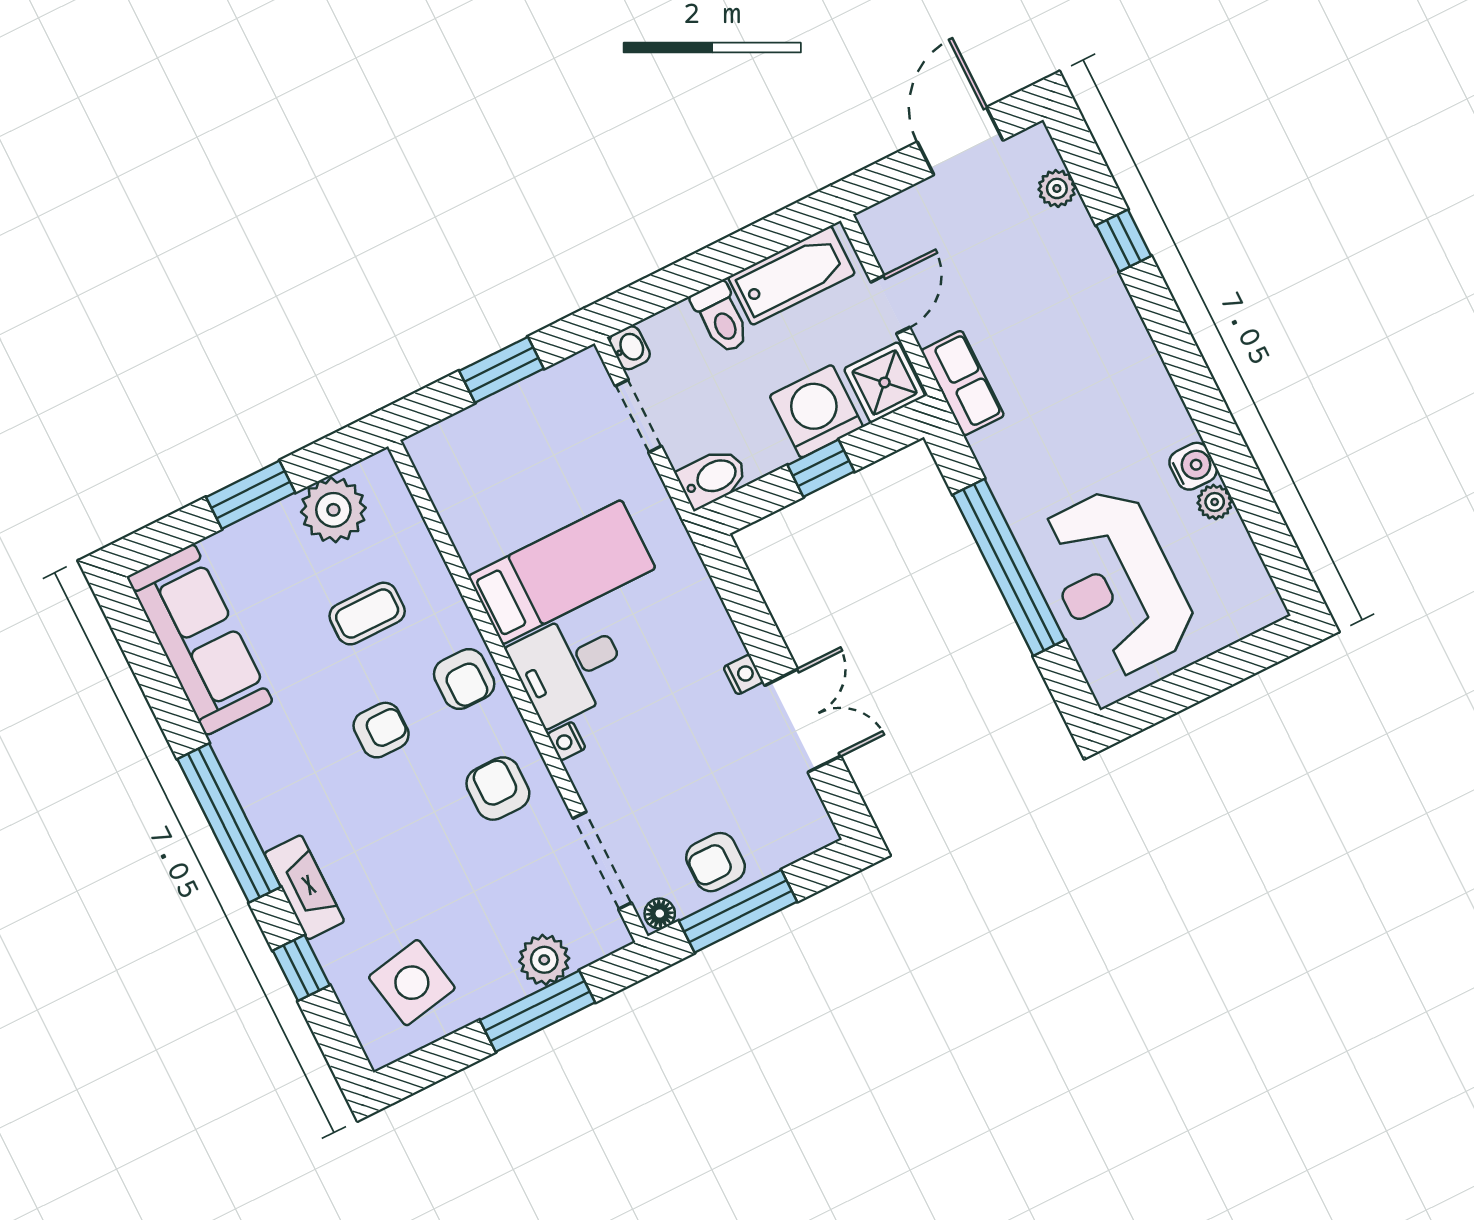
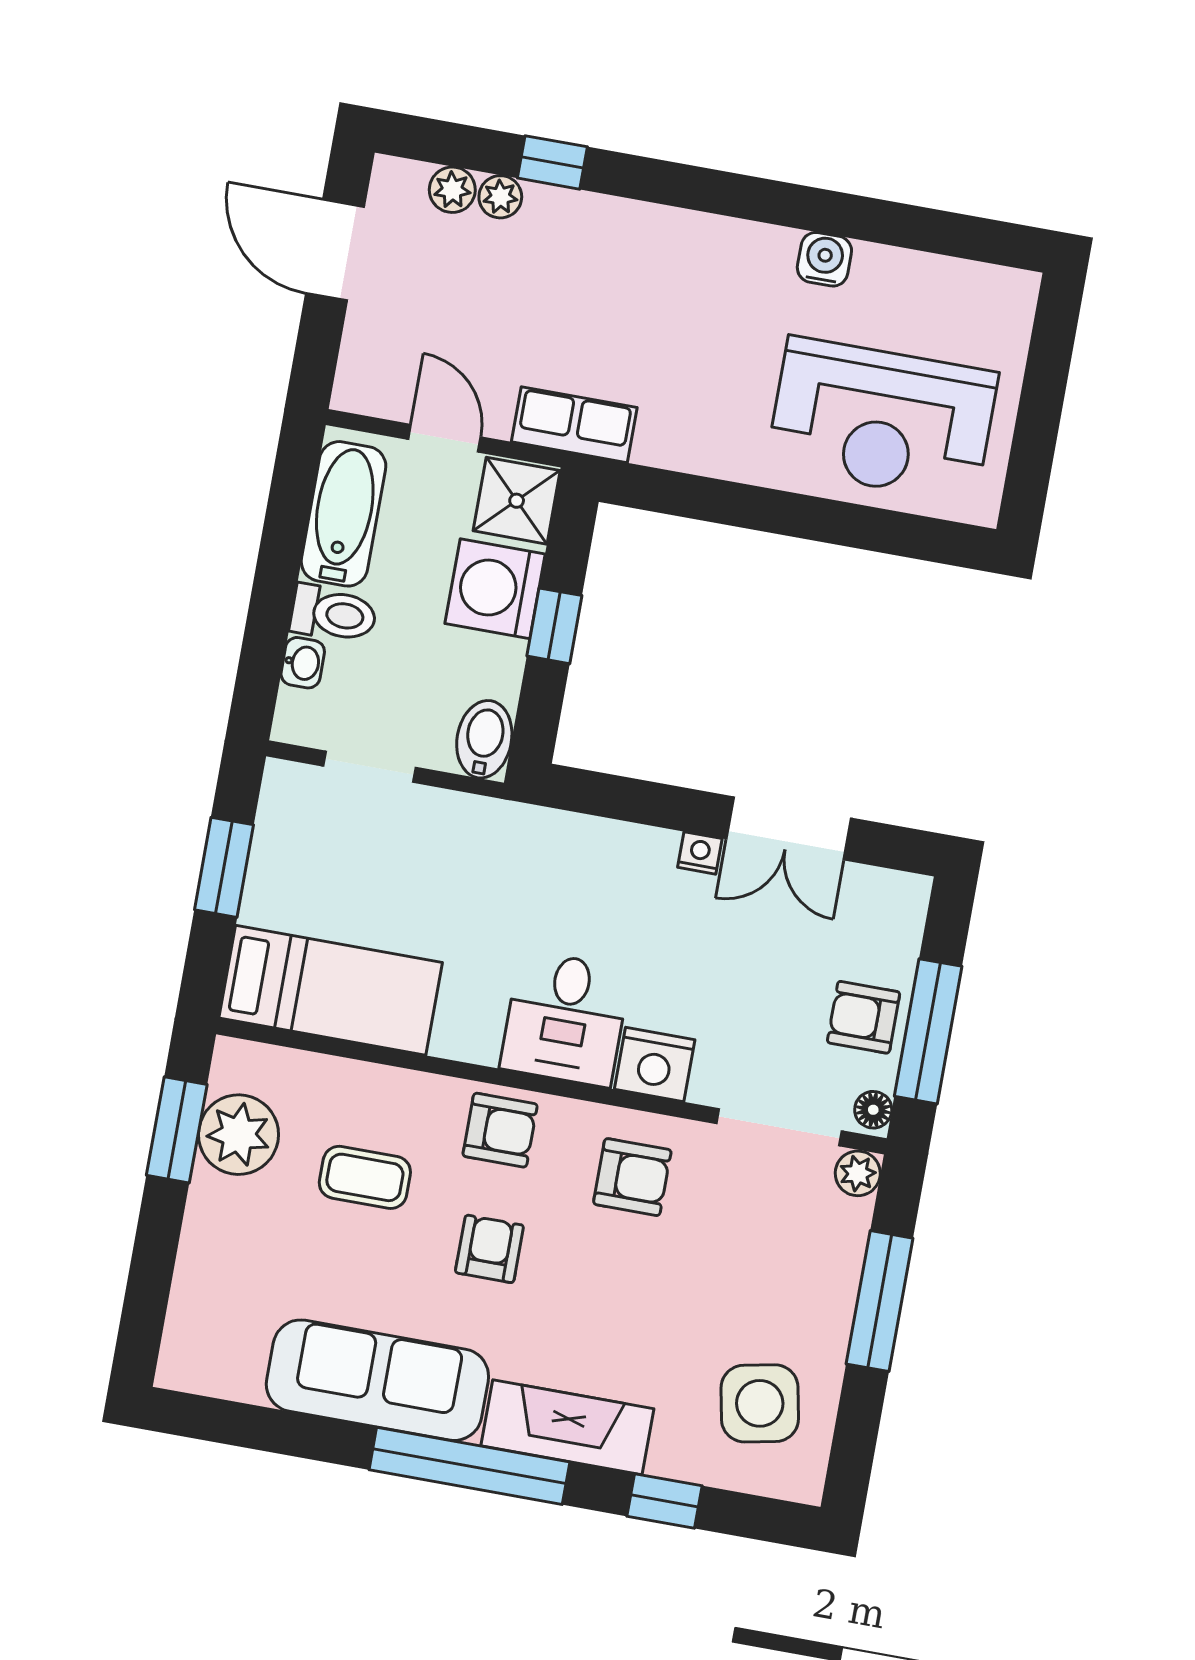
washbasin: (630, 348) -> (303, 663), moved, turned 90
window: (251, 495) -> (177, 1130), moved
plant: (1215, 502) -> (500, 197), moved
window: (1009, 567) -> (789, 514), removed
bed: (562, 572) -> (331, 990), moved, turned 90
coffee table: (367, 614) -> (365, 1177), turned 90
sofa: (200, 640) -> (377, 1380), moved
double door: (803, 721) -> (789, 828), swing flipped
nightstand: (566, 741) -> (655, 1064), width x1.89, depth x1.79
armchair: (498, 789) -> (632, 1177), turned 180
armchair: (716, 862) -> (864, 1017), turned 90
fireplace: (304, 887) -> (567, 1427), width x1.37, depth x1.32
plant: (544, 960) -> (858, 1173), moved, width x0.73, depth x0.73

